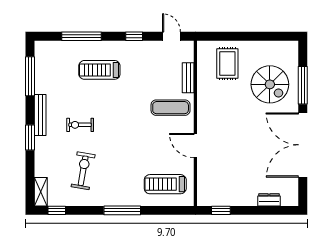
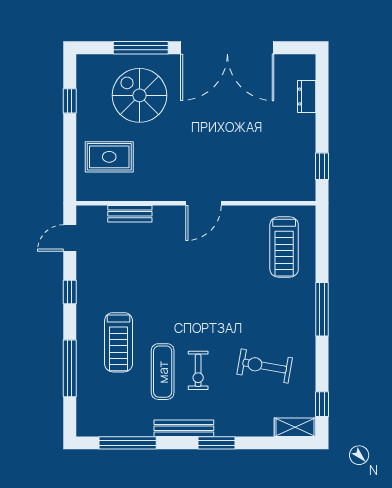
window: (266, 36) -> (70, 101), added
spiral stairs: (270, 84) -> (139, 95), turned -90
exercise mat: (171, 108) -> (163, 372), moved
door: (195, 146) -> (204, 203), moved

